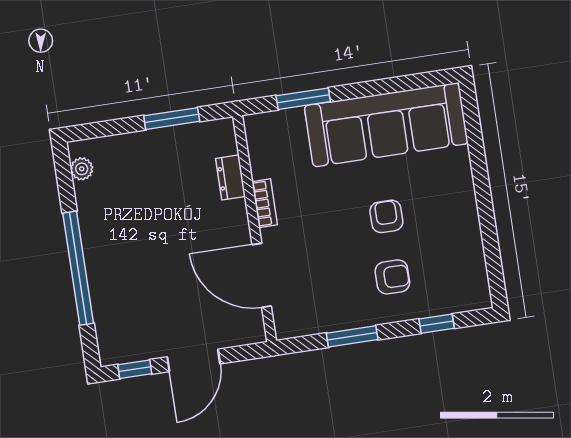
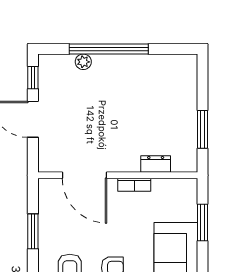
plant: (82, 169) -> (83, 62), moved
door: (262, 275) -> (85, 175), swing flipped

